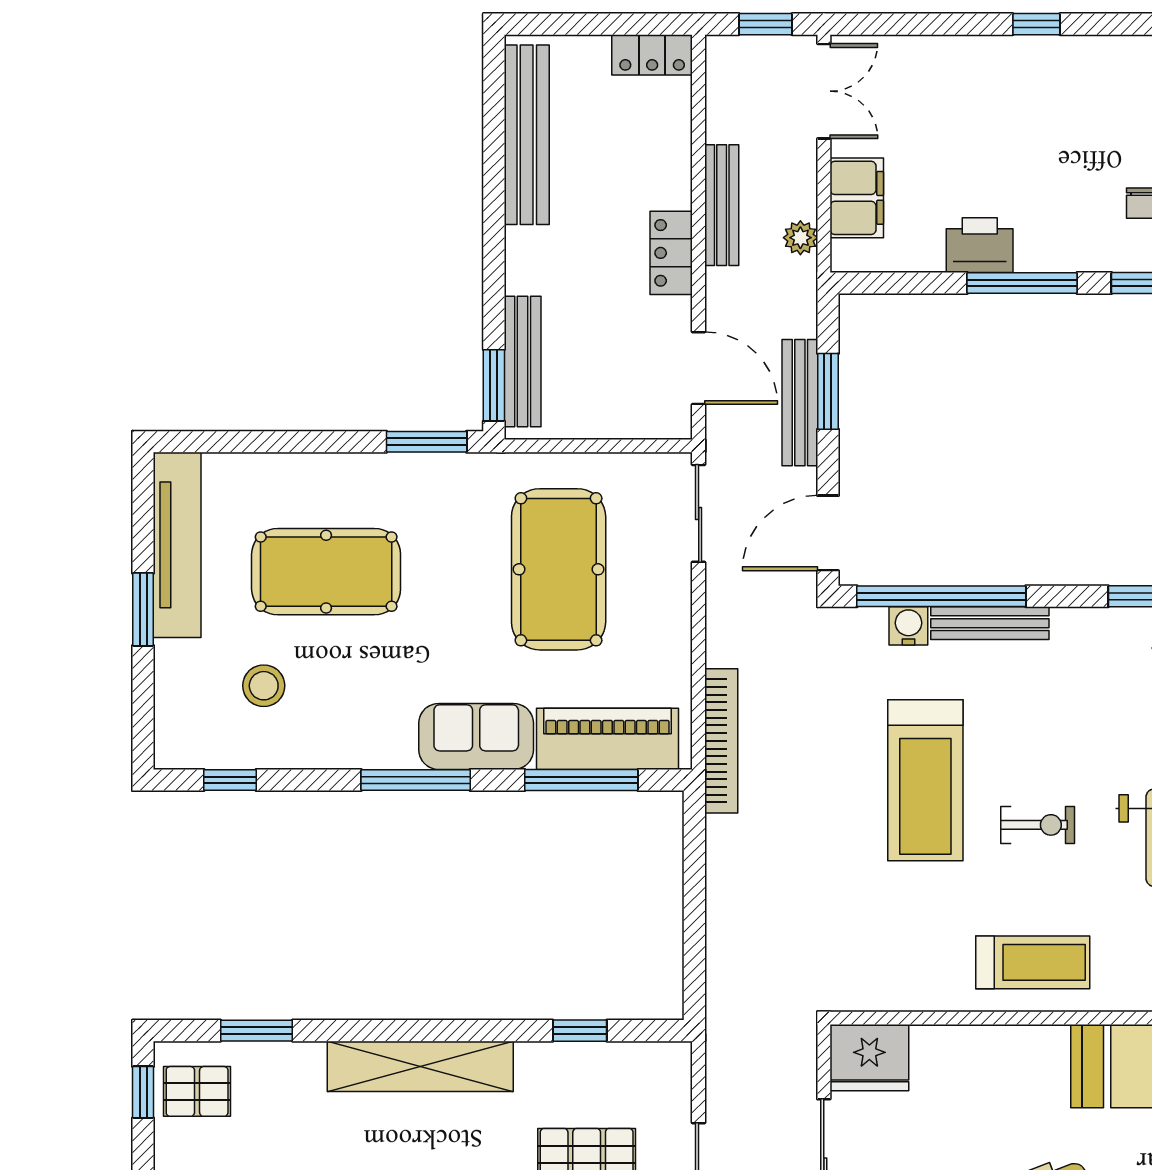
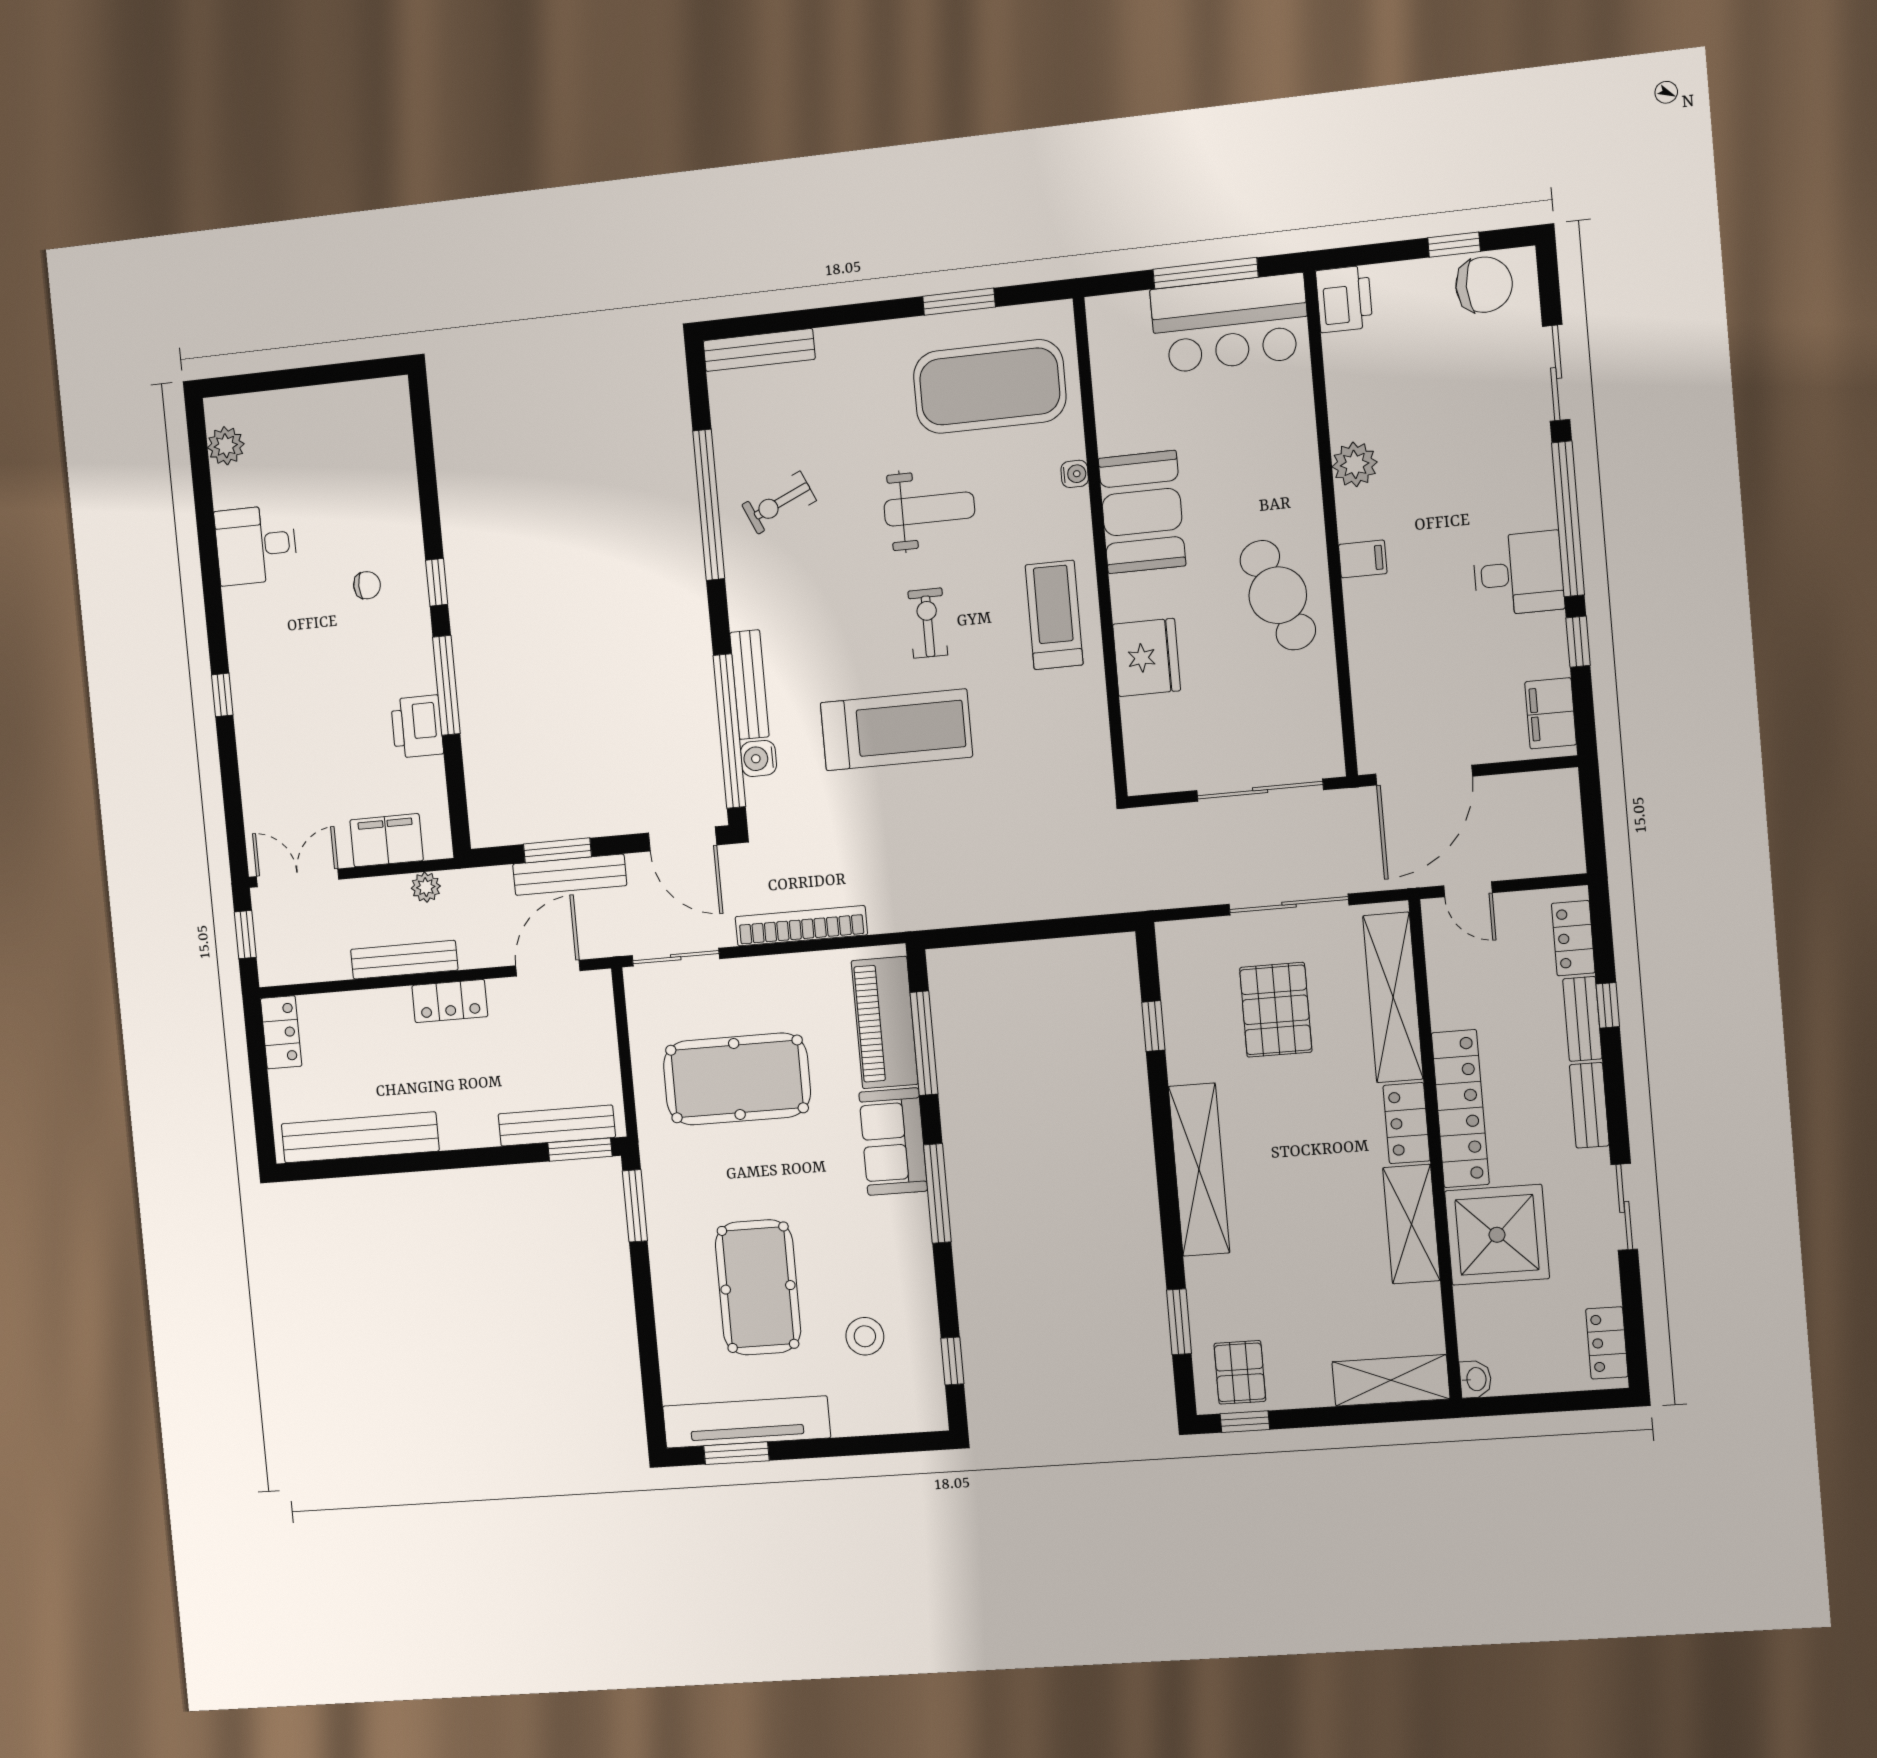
window: (143, 609) -> (736, 1453), moved
bookcase: (721, 741) -> (801, 926), moved
fridge: (869, 1058) -> (1147, 657), moved

